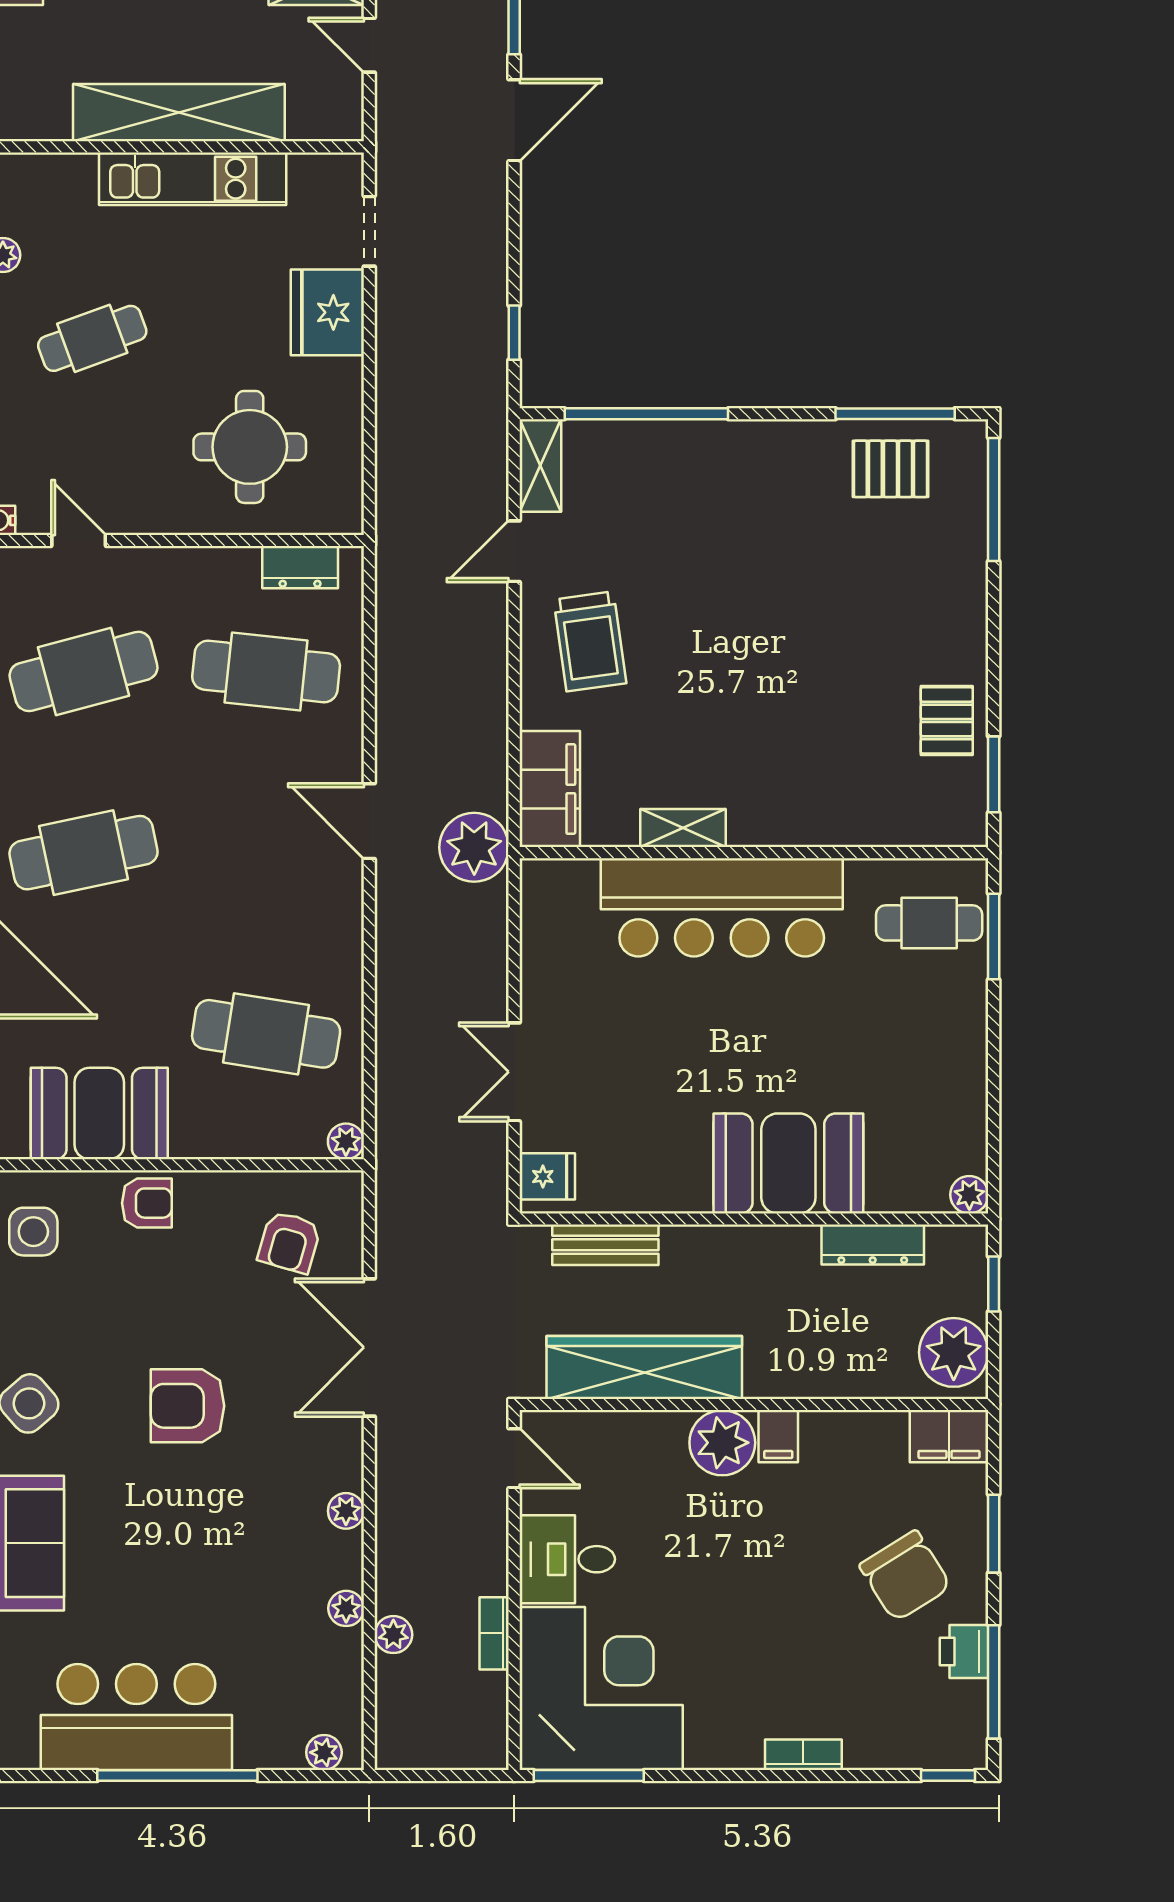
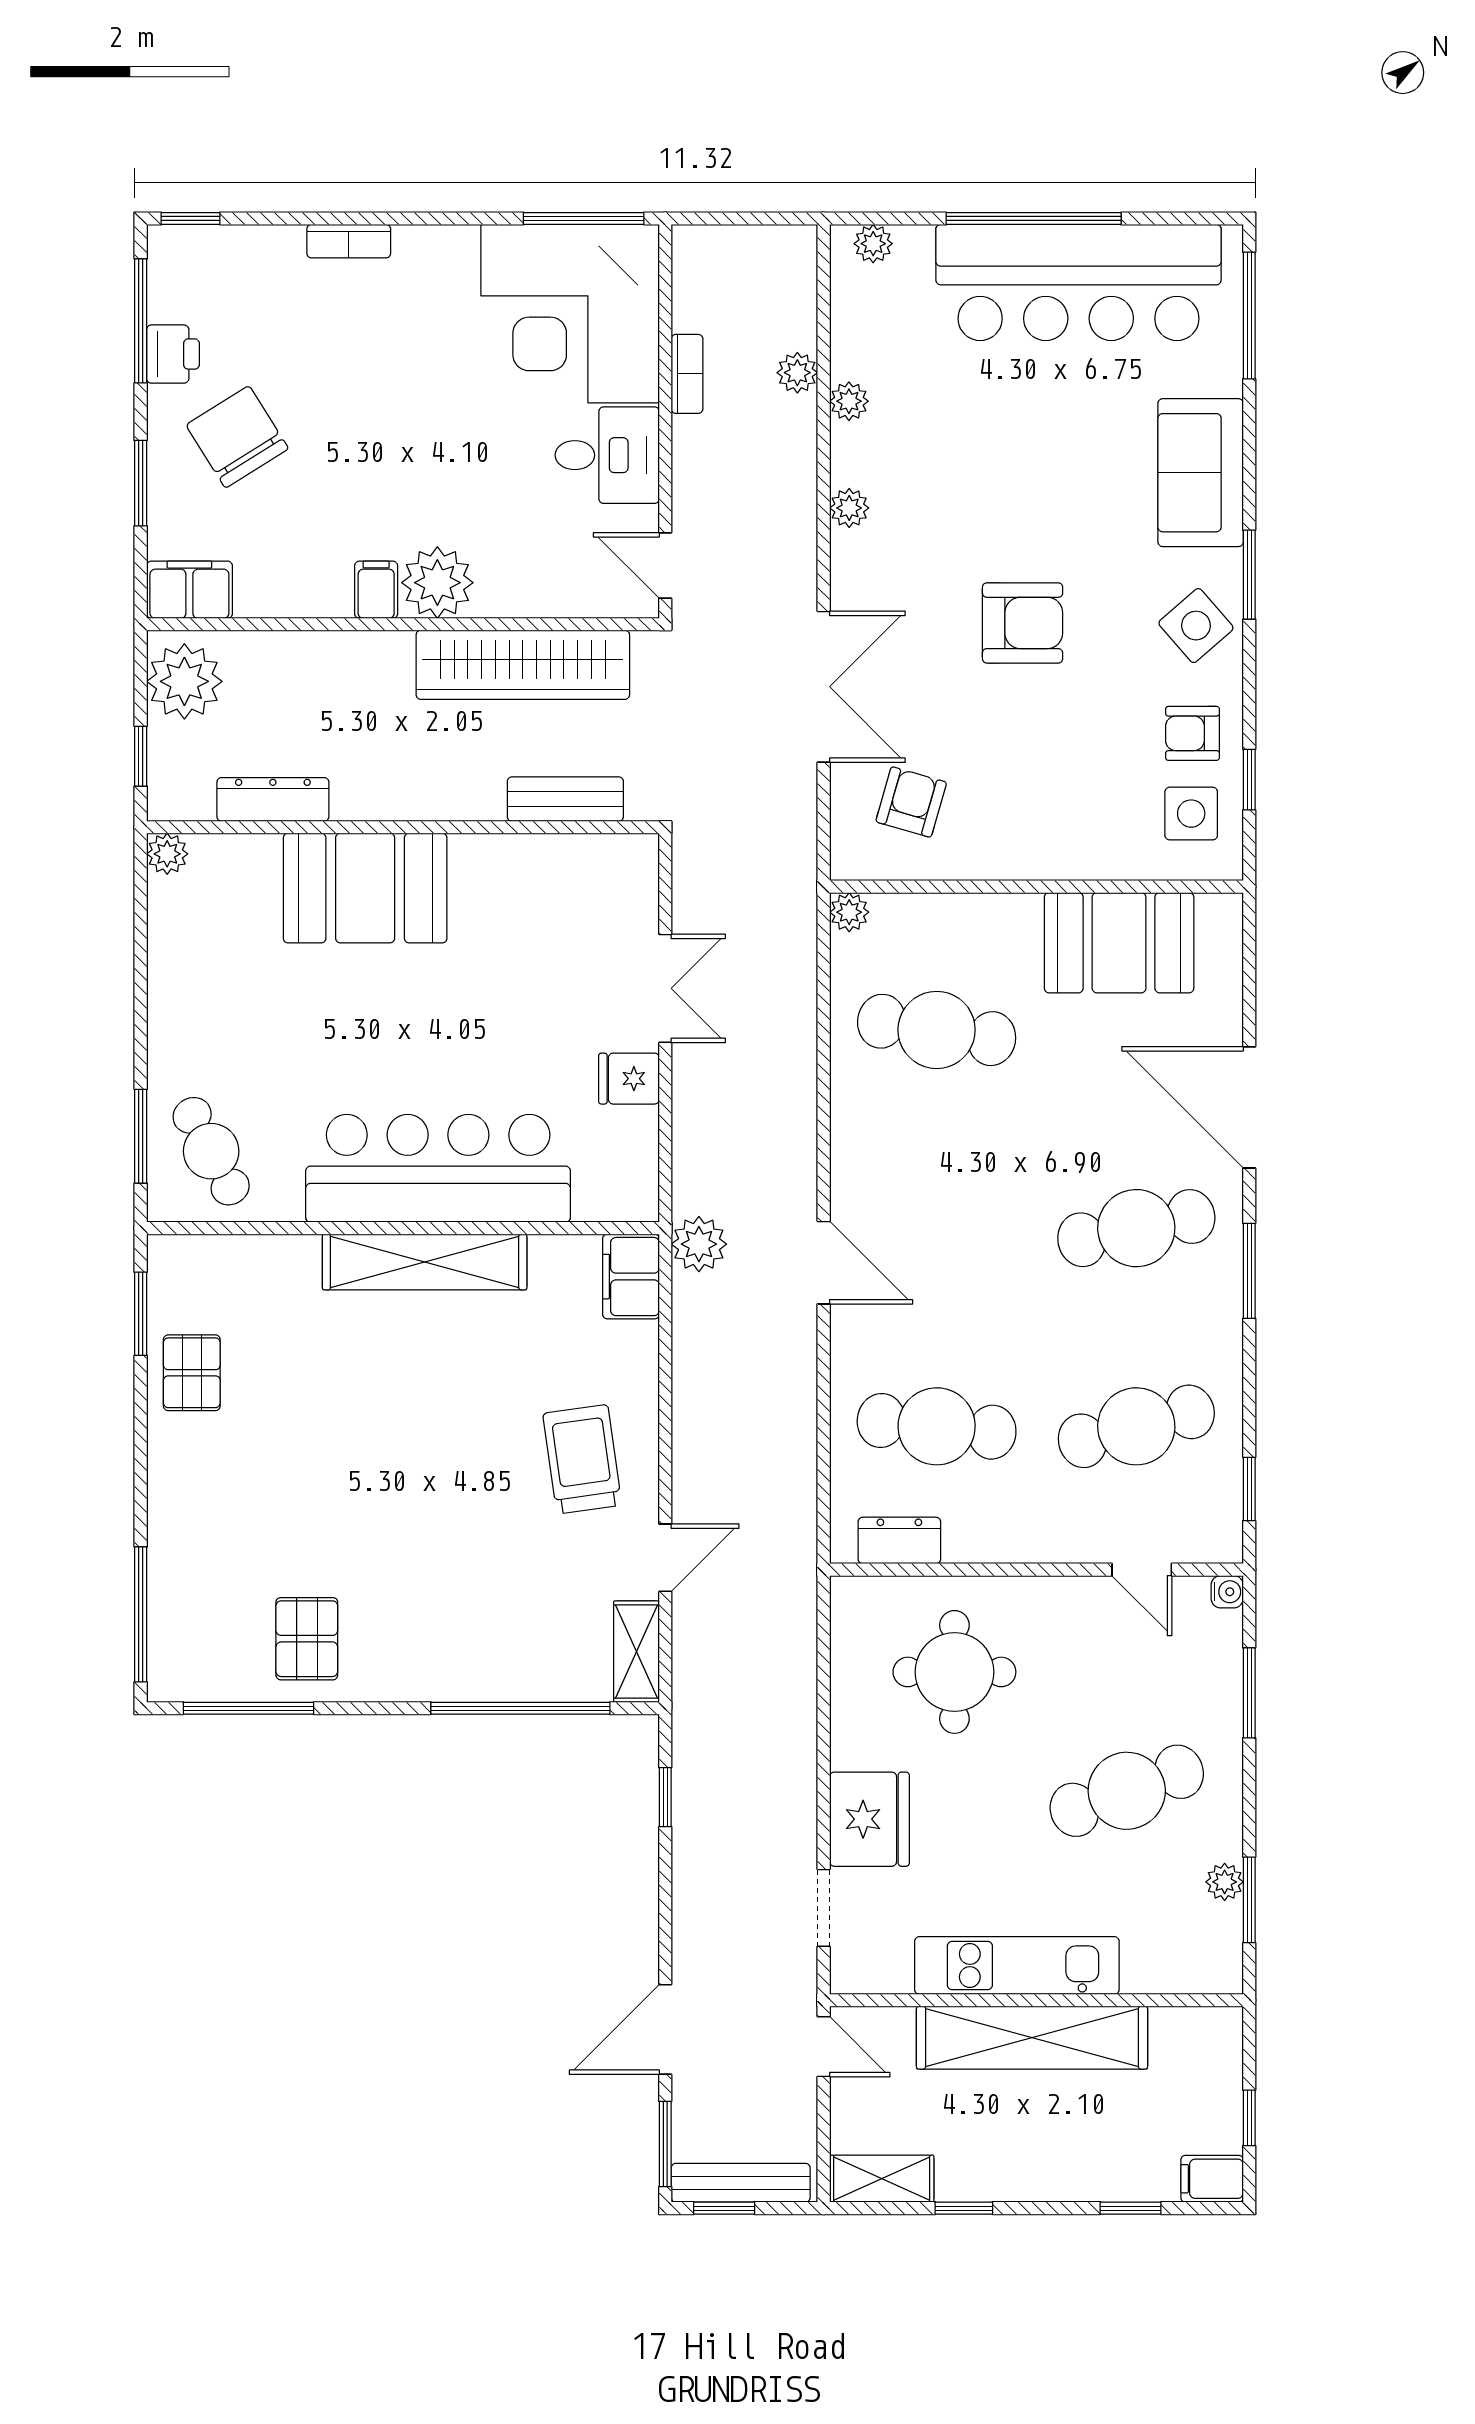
door: (369, 45) -> (824, 2047), moved
cafe table: (92, 338) -> (1127, 1791), width x1.37, depth x1.35
pallet: (890, 469) -> (307, 1639), moved, turned 90
filing cabinet: (550, 789) -> (631, 1277), width x0.67, depth x0.86
shelving: (683, 828) -> (425, 1262), width x2.20, depth x1.33
plant: (474, 847) -> (699, 1244), width x0.73, depth x0.73
cafe table: (929, 923) -> (211, 1151), turned 62
fridge: (547, 1176) -> (629, 1079), moved
armchair: (147, 1203) -> (1192, 733), moved
bar counter: (136, 1717) -> (1078, 282), width x1.36

